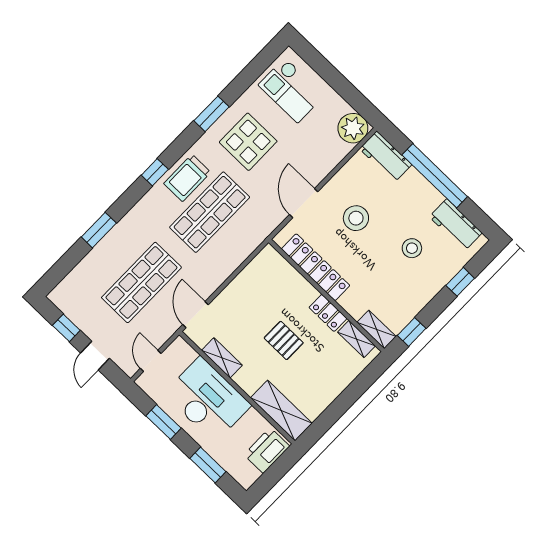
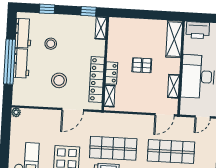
plant: (353, 128) -> (16, 112), width x0.53, depth x0.53
workbench: (386, 157) -> (22, 63), moved
locker: (328, 313) -> (111, 73), moved
shelving: (356, 339) -> (109, 96), moved
pallet: (284, 340) -> (142, 65), turned 90

